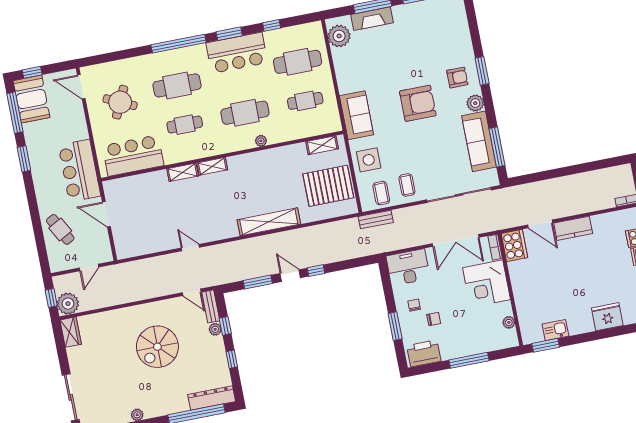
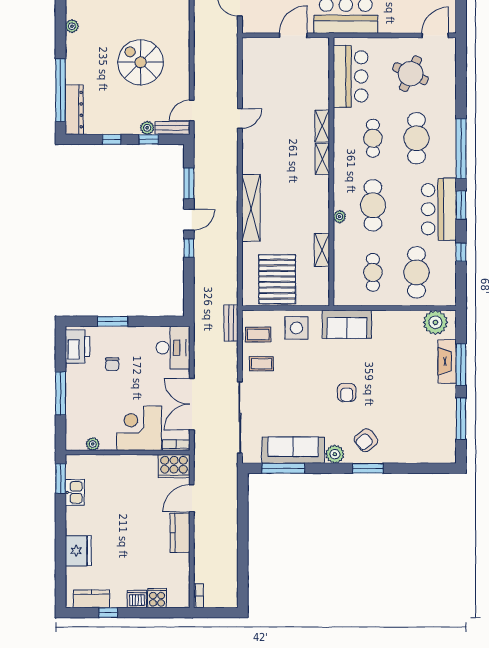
armchair: (457, 78) -> (366, 440), turned 51
armchair: (418, 103) -> (347, 393), width x0.53, depth x0.53
shelving: (322, 145) -> (322, 250), moved
chair: (414, 305) -> (131, 346), removed

